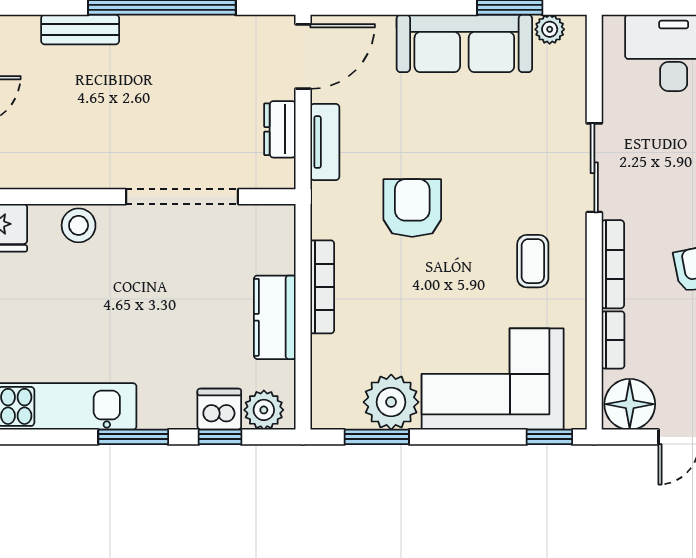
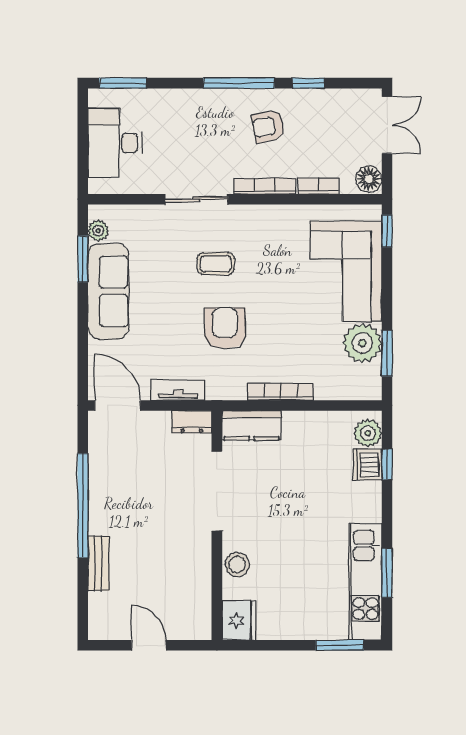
dresser: (280, 129) -> (192, 422), moved
armchair: (412, 208) -> (225, 328), turned 90
coffee table: (533, 261) -> (216, 264), moved
kitchen counter: (275, 317) -> (252, 425), moved
floor lamp: (630, 404) -> (369, 179), width x0.73, depth x0.73
window: (133, 437) -> (387, 573), moved

